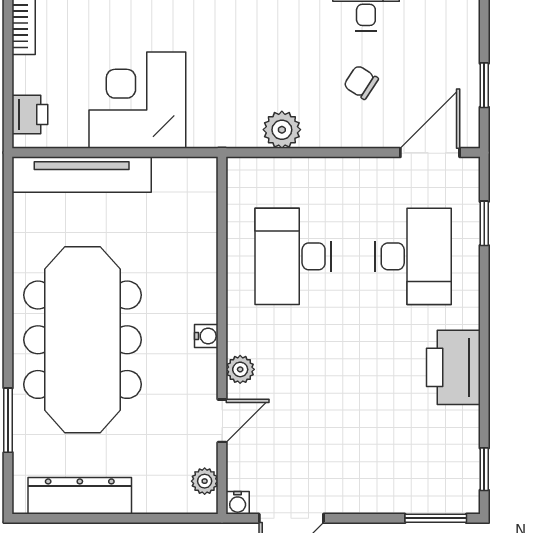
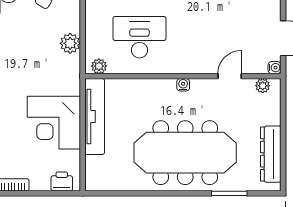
tv unit: (82, 174) -> (95, 116), moved
desk: (293, 256) -> (139, 37), turned 180
plant: (240, 369) -> (99, 66), moved
door: (222, 421) -> (230, 76), hinge flipped

